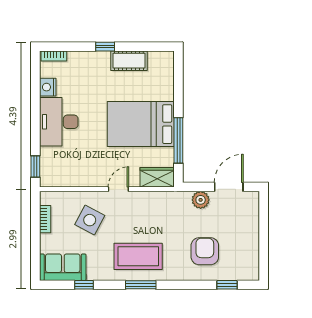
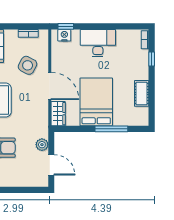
window: (105, 47) -> (152, 59), moved
nightstand: (48, 87) -> (64, 35), moved
window: (178, 140) -> (111, 129), moved
door: (118, 189) -> (50, 86), width x1.88

